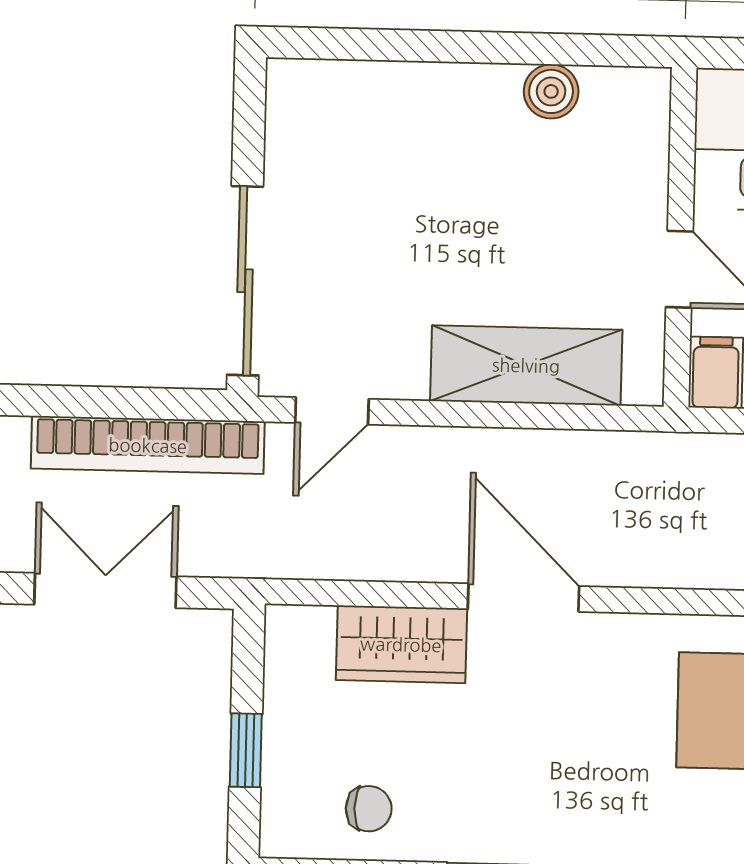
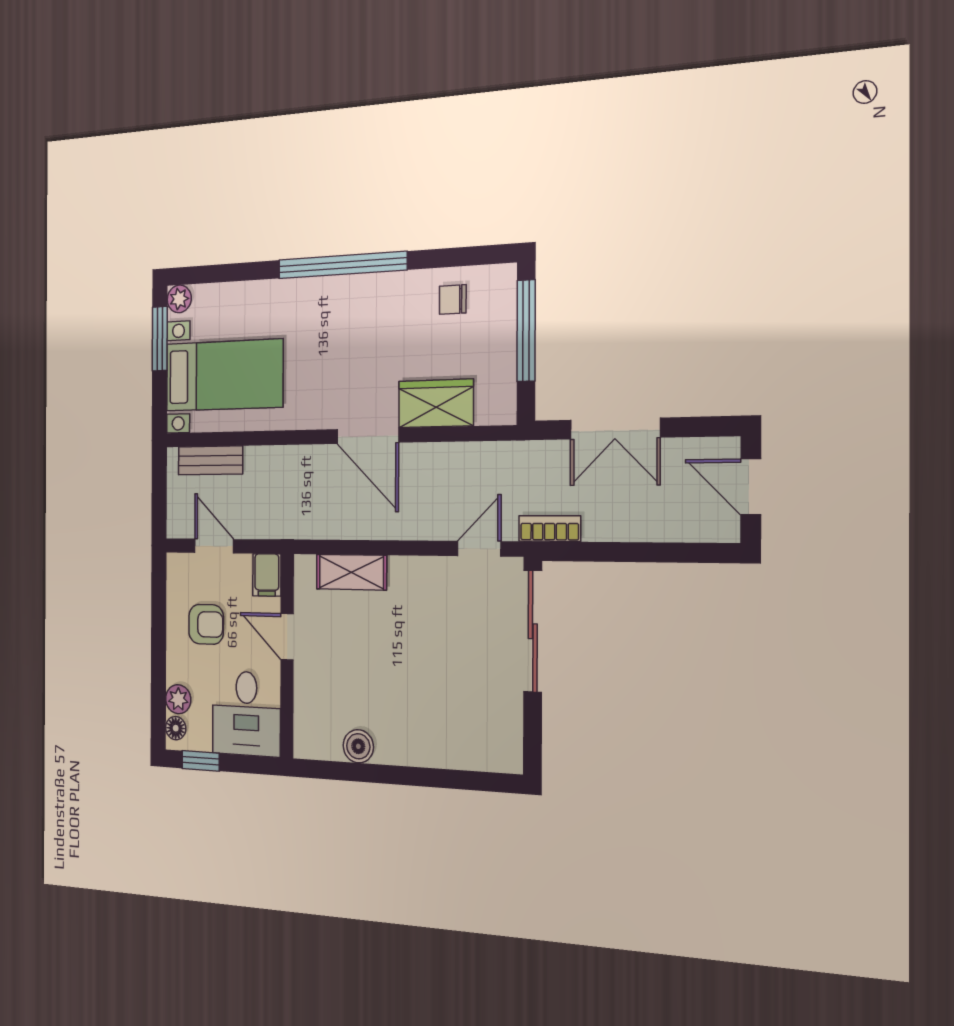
shelving: (526, 365) -> (351, 572), width x0.67, depth x0.75
bookcase: (148, 445) -> (550, 528), width x0.43, depth x0.76
window: (246, 750) -> (526, 331), width x2.17

